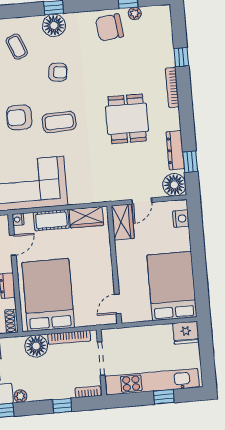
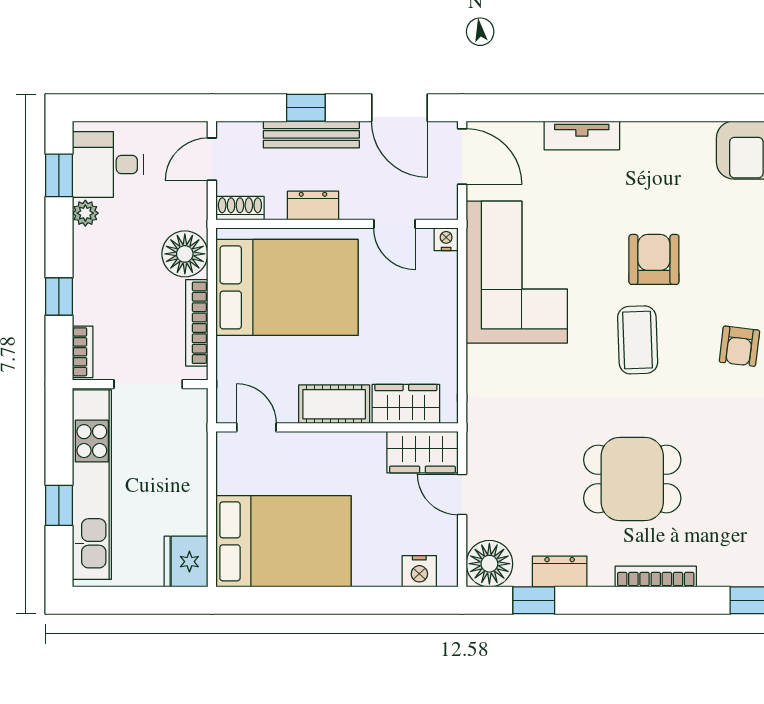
bookcase: (172, 87) -> (656, 577), moved
dresser: (175, 150) -> (560, 572), width x0.70
wardrobe: (86, 217) -> (406, 404), moved, turned 90
cot: (51, 220) -> (334, 404), moved, turned 90

